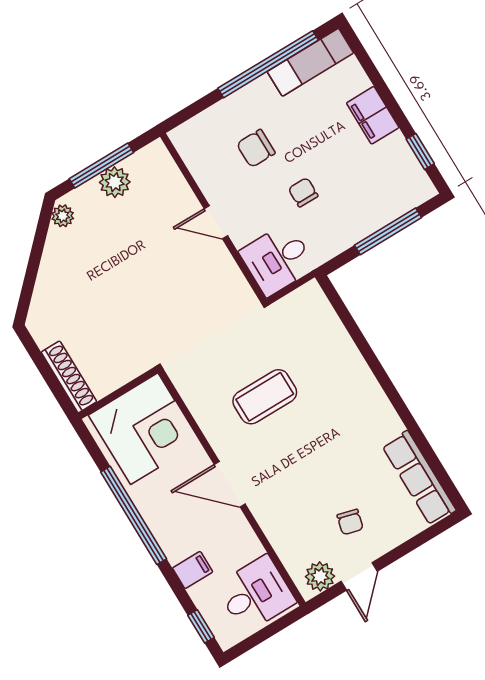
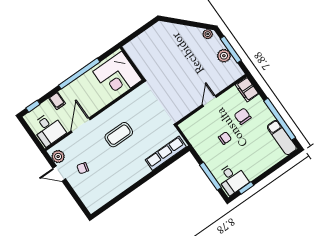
filing cabinet: (373, 115) -> (247, 89), moved, turned -90
desk: (278, 259) -> (232, 179), moved, turned 180
shoe rack: (69, 377) -> (138, 41), removed
coffee table: (265, 397) -> (119, 135), moved, turned 90
row of seats: (419, 478) -> (166, 153), moved
door: (230, 484) -> (81, 125), moved

